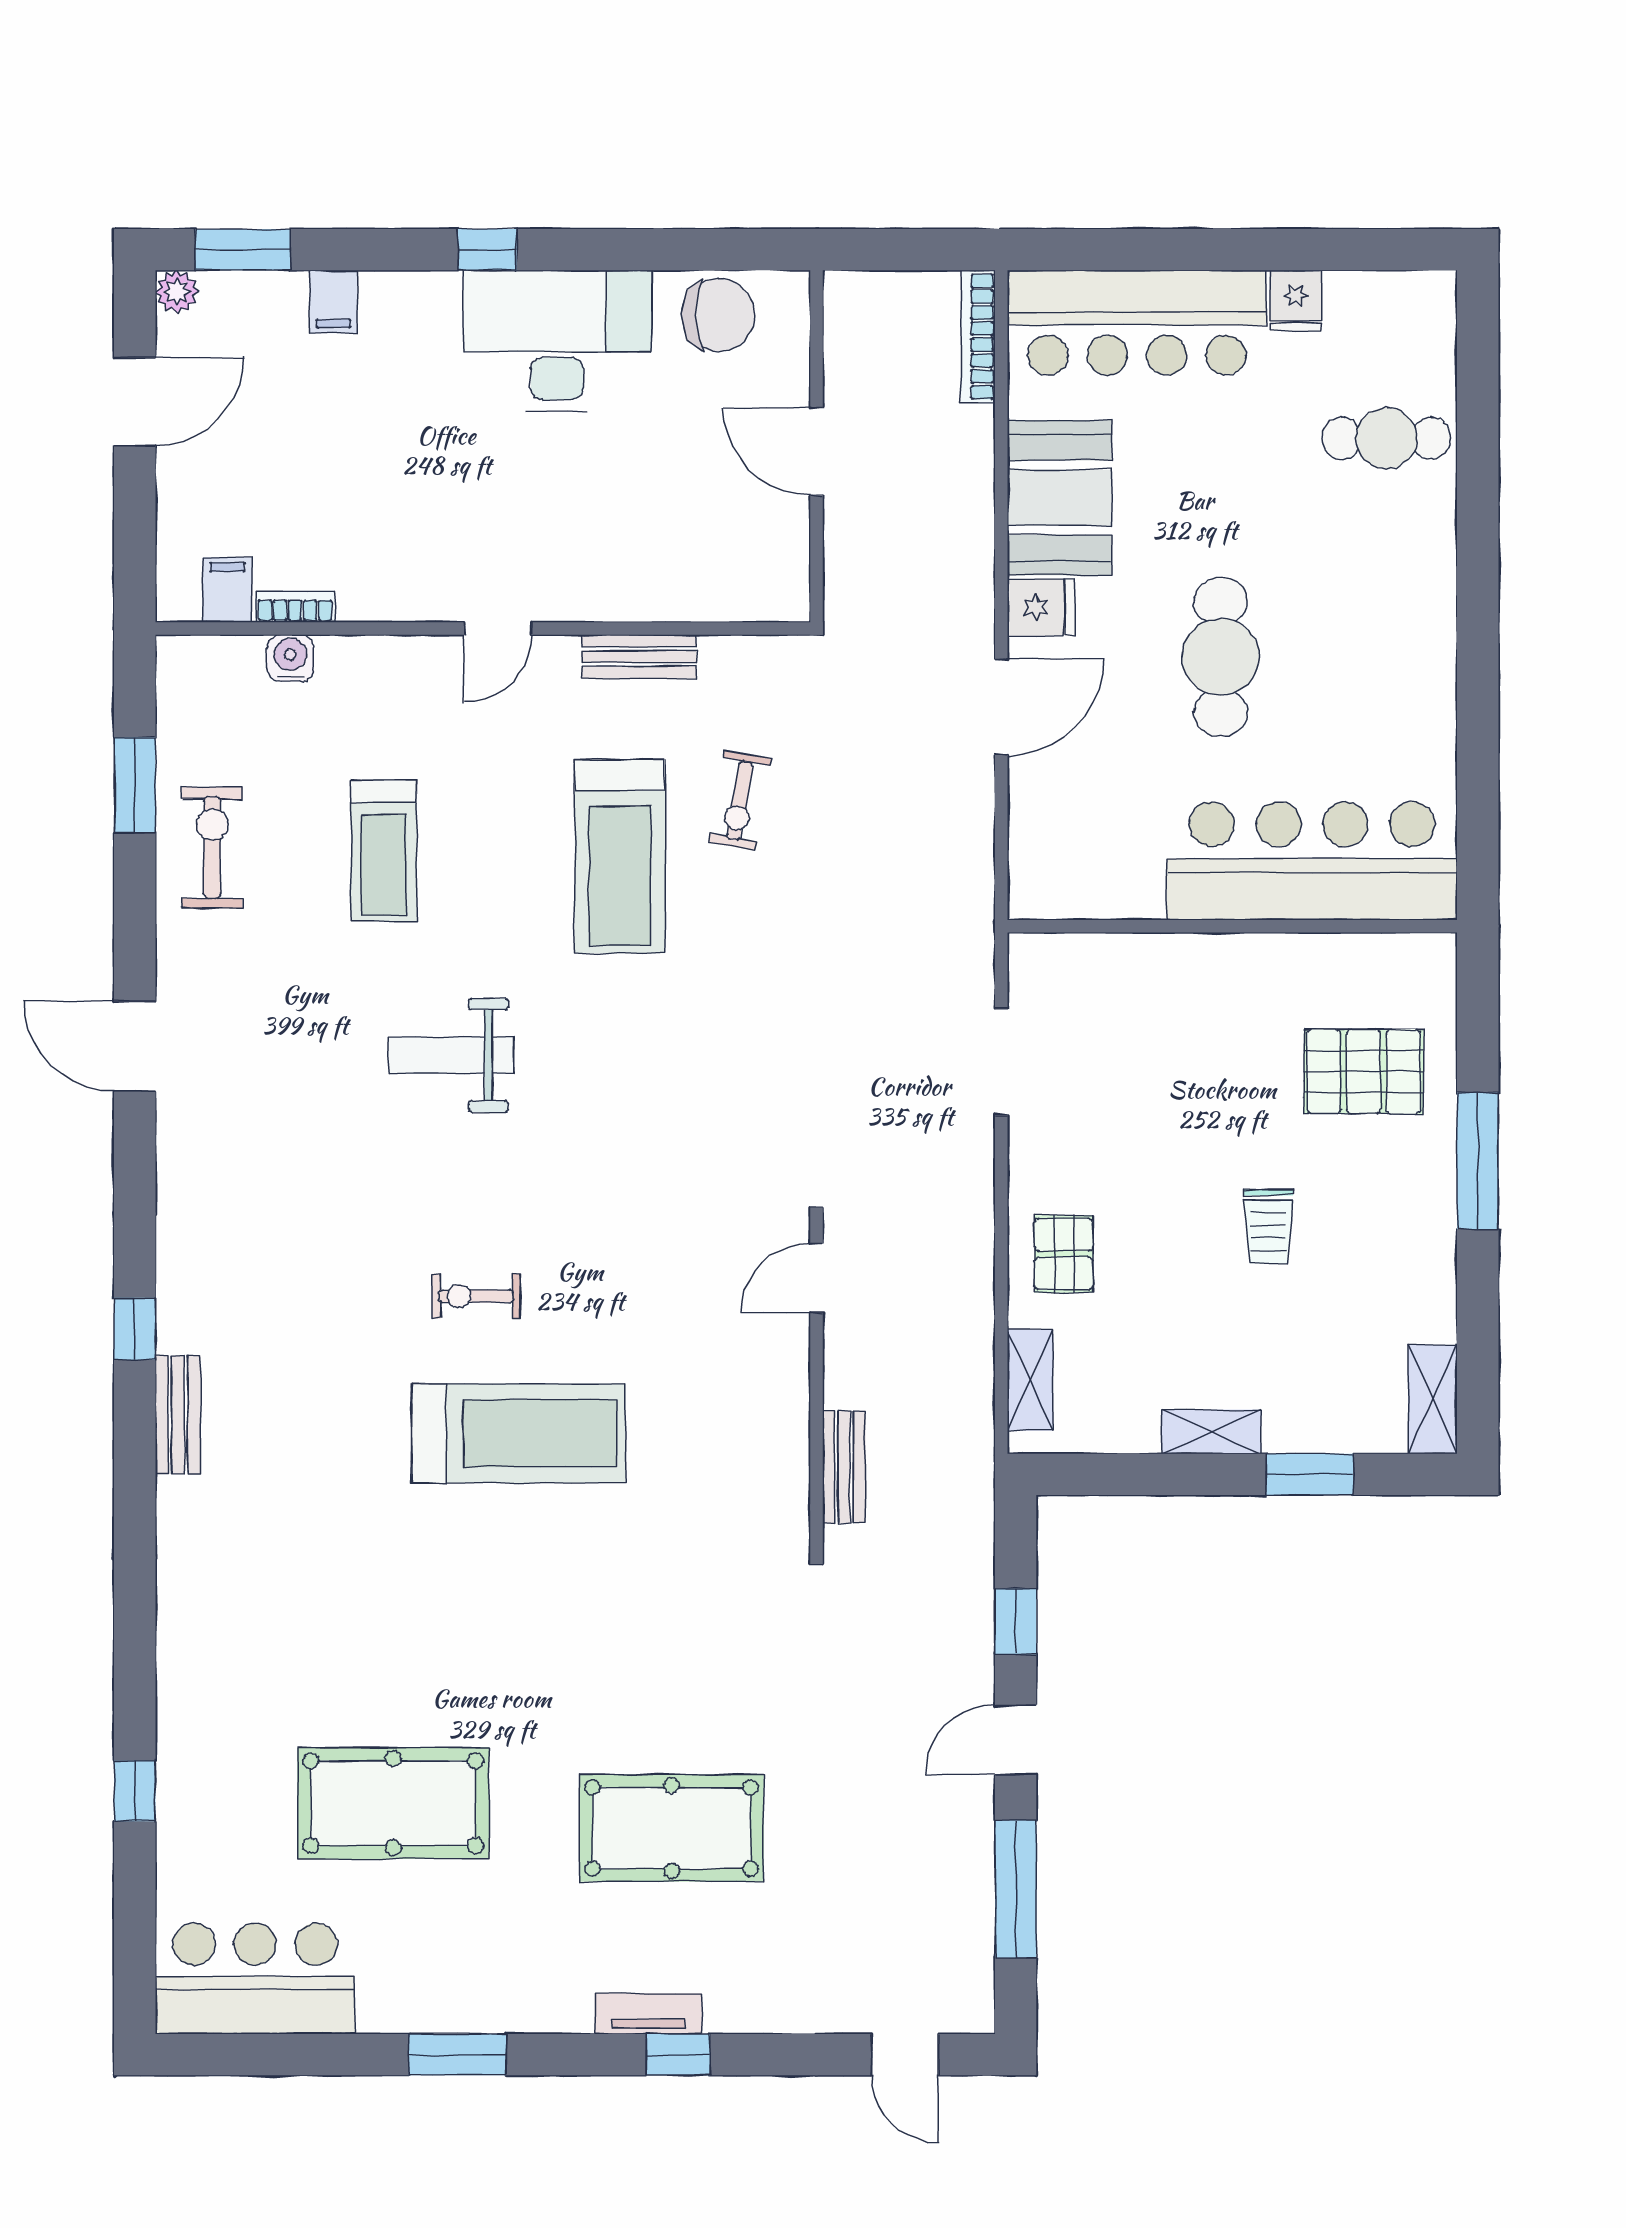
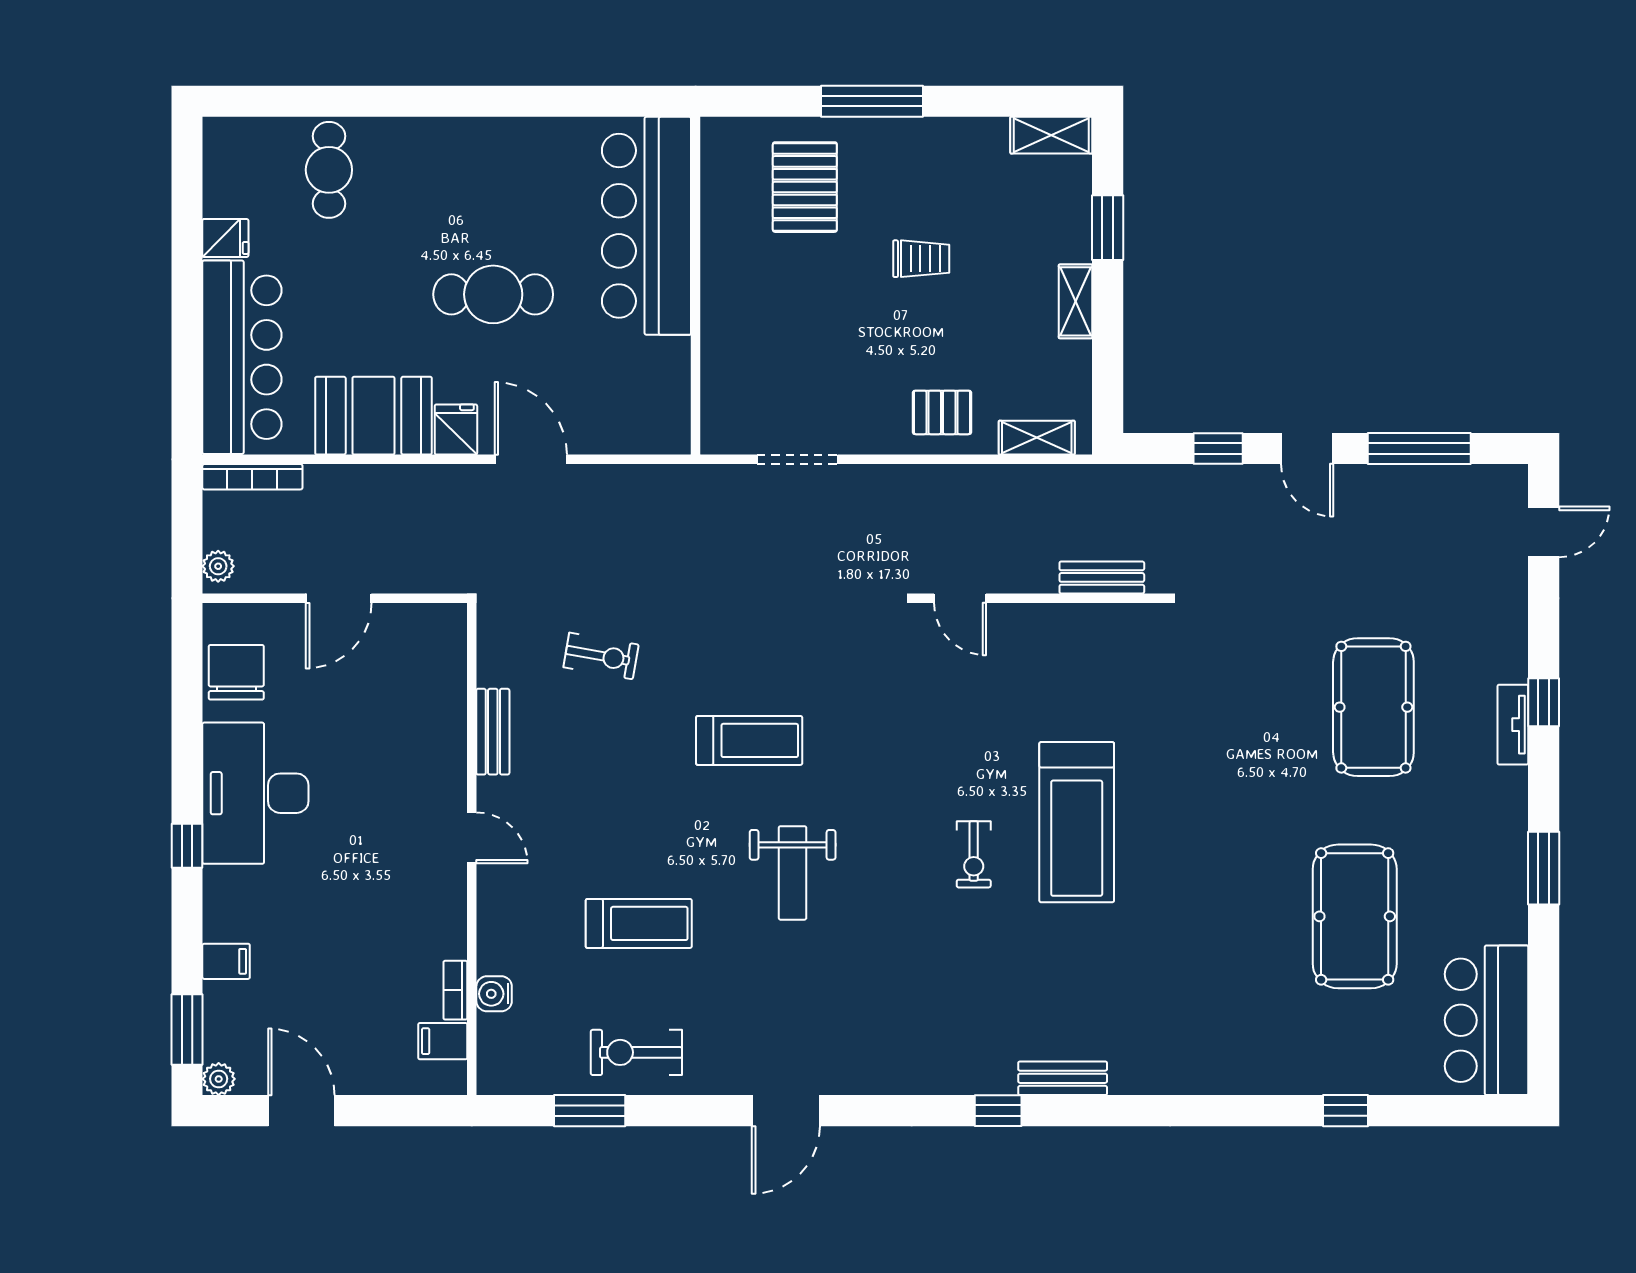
plant: (859, 291) -> (218, 566), added
treadmill: (620, 856) -> (749, 740), moved, width x0.73, depth x0.73
treadmill: (519, 1433) -> (1077, 822), turned 180

